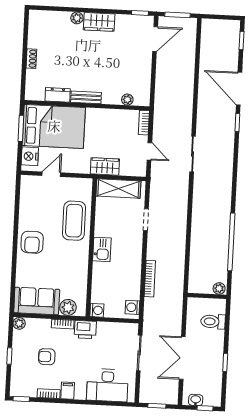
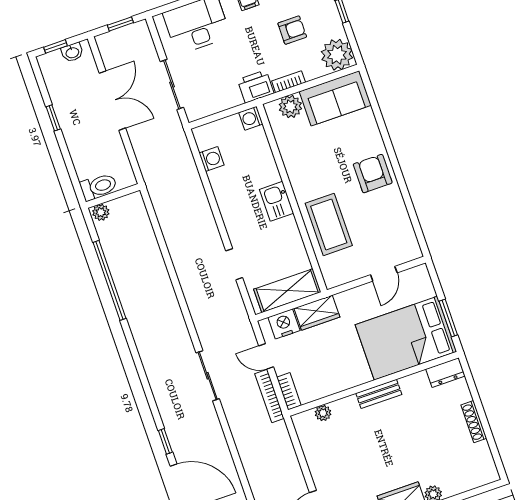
shoe rack: (31, 59) -> (474, 422), width x1.43
dresser: (58, 95) -> (445, 372), moved
nightstand: (30, 156) -> (284, 324), moved, turned -90
bookcase: (150, 279) -> (270, 396), moved
washing machine: (132, 307) -> (211, 159), moved
toilet: (213, 322) -> (98, 187), moved
plant: (19, 323) -> (337, 55), width x1.87, depth x1.87

